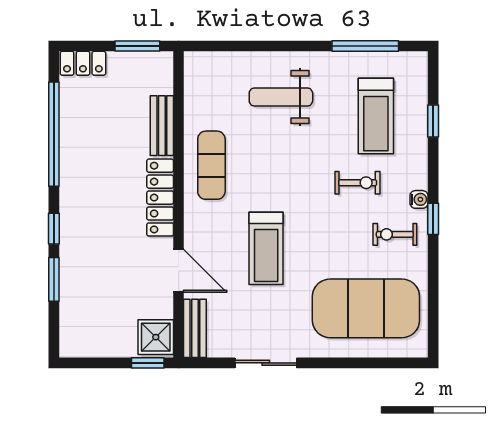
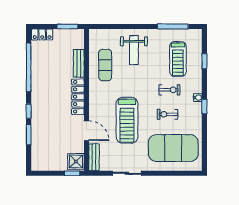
weight bench: (281, 97) -> (134, 50), turned -90
exercise mat: (211, 165) -> (105, 65), moved
exercise bike: (395, 234) -> (167, 114), moved
treadmill: (266, 248) -> (127, 120), width x1.37, depth x1.38

